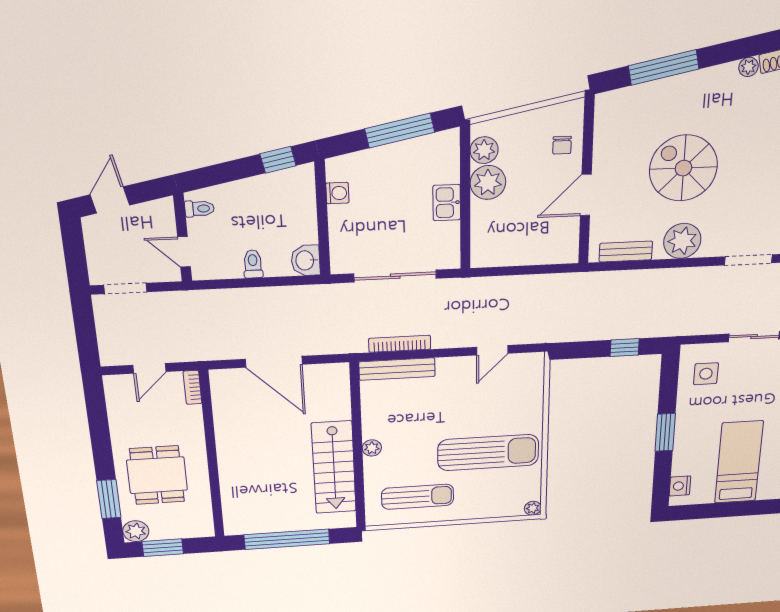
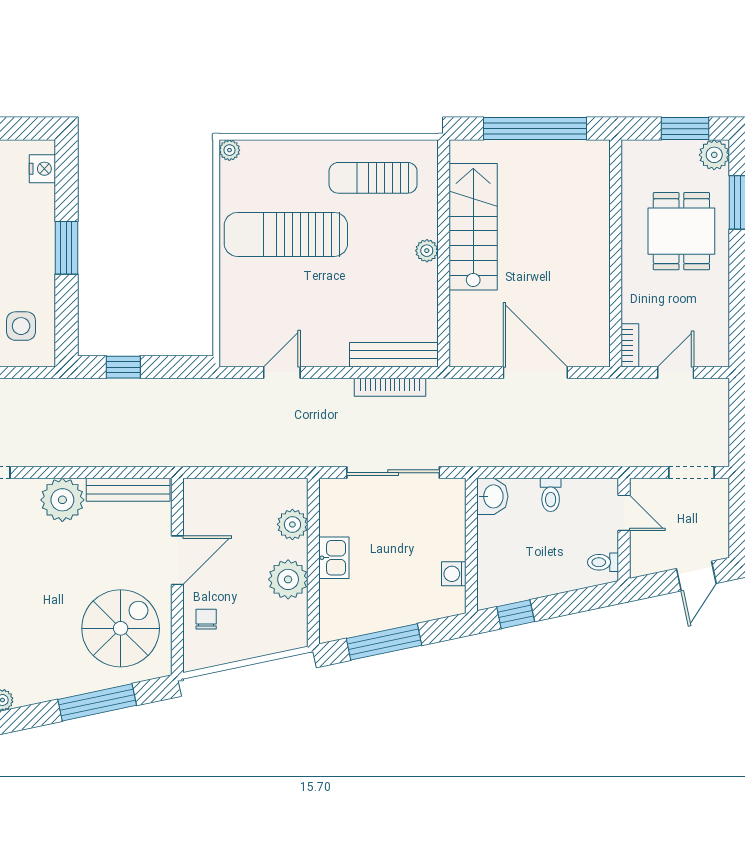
plant: (484, 150) -> (292, 524), moved
spiral stairs: (683, 168) -> (121, 628), moved, turned -90
bench: (626, 252) -> (128, 490), width x1.36

